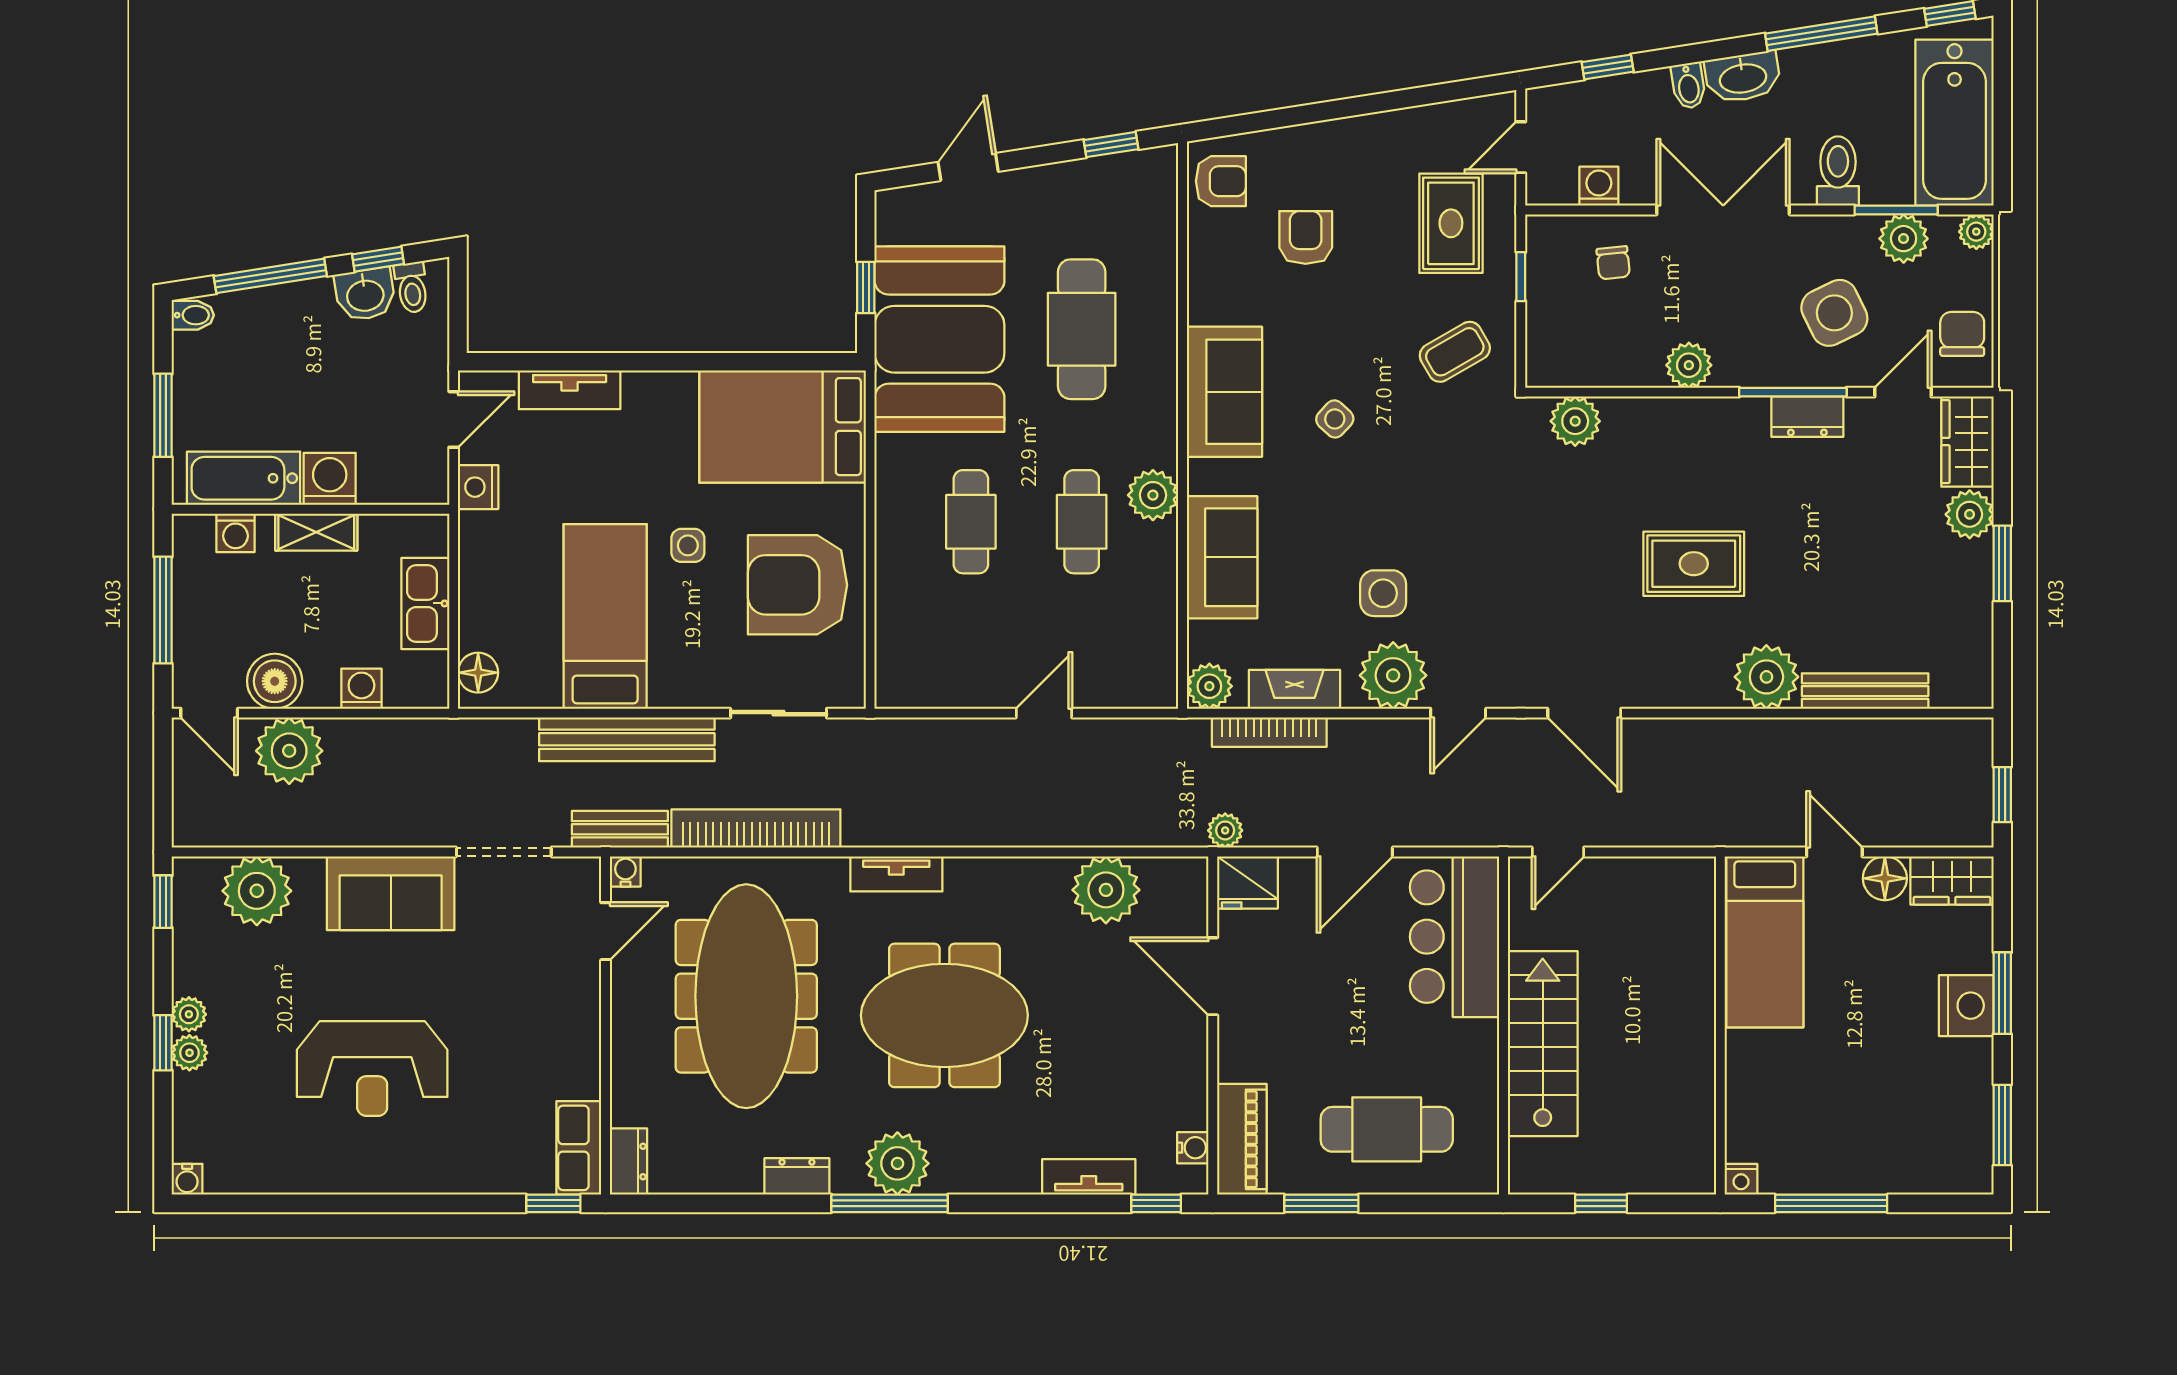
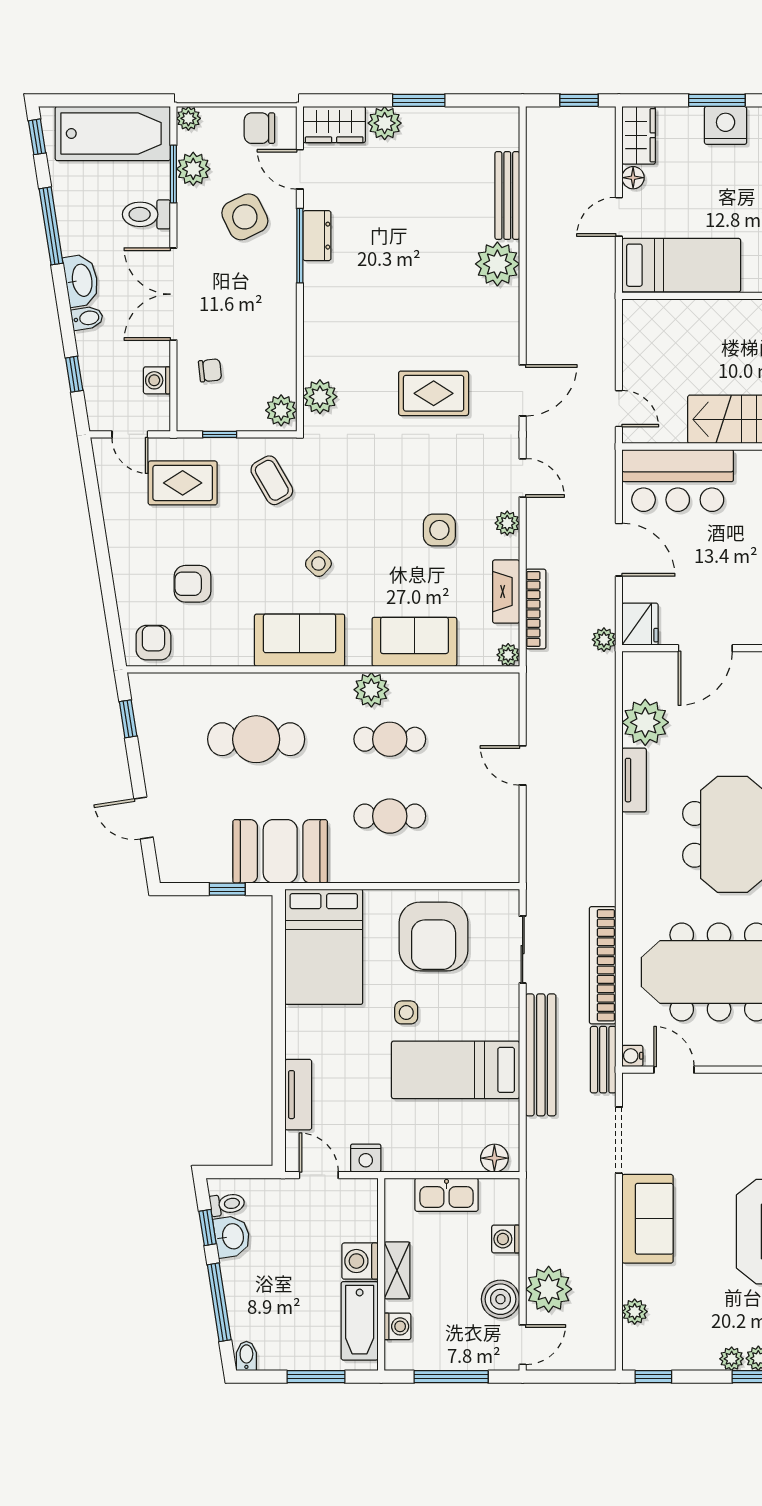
booth: (939, 339) -> (280, 851), width x0.73, depth x0.70
plant: (1689, 365) -> (281, 410), moved
rug: (1694, 564) -> (434, 393), moved, turned 90
plant: (1393, 675) -> (507, 523), width x0.53, depth x0.53
plant: (1209, 686) -> (508, 655), width x0.73, depth x0.73
tv unit: (896, 874) -> (634, 780), moved
floor lamp: (1885, 878) -> (633, 178), width x0.73, depth x0.73
plant: (257, 891) -> (635, 1312), width x0.53, depth x0.53

